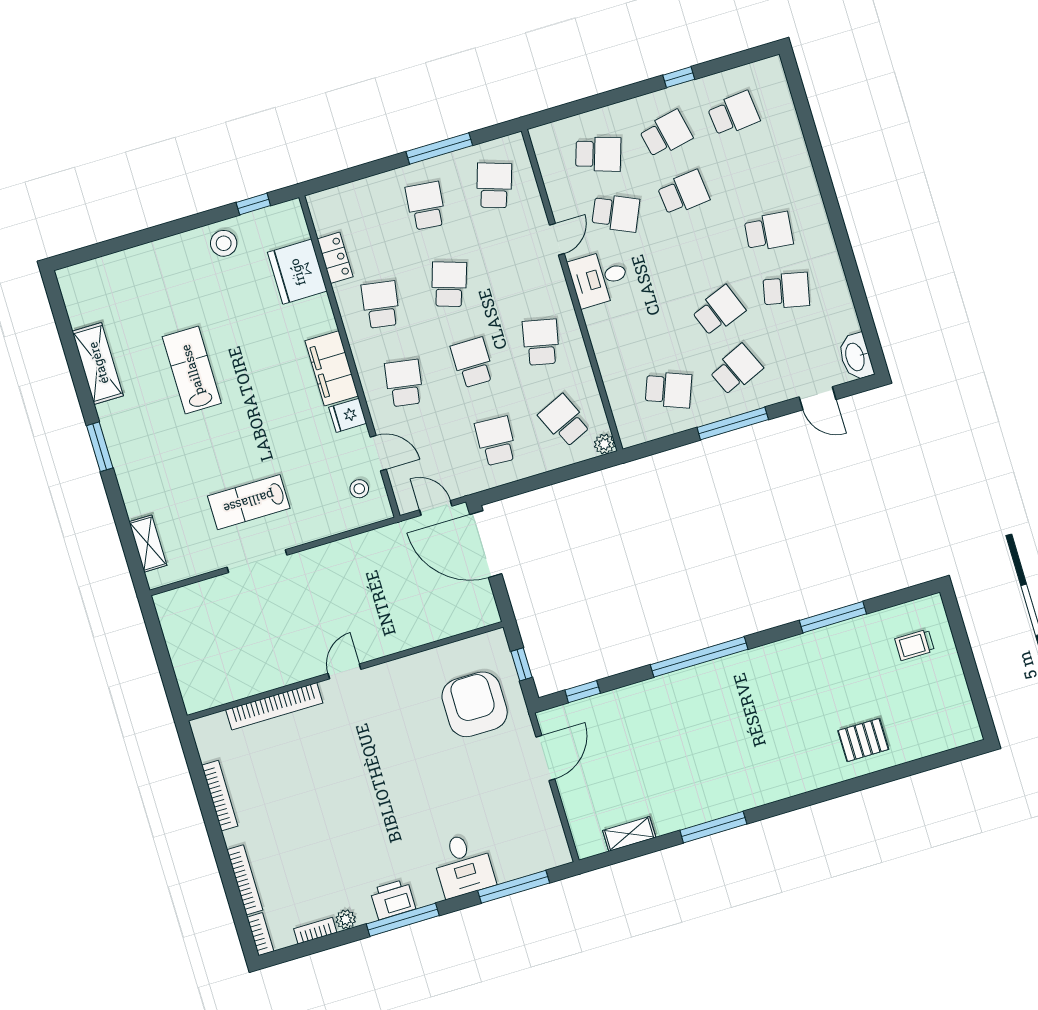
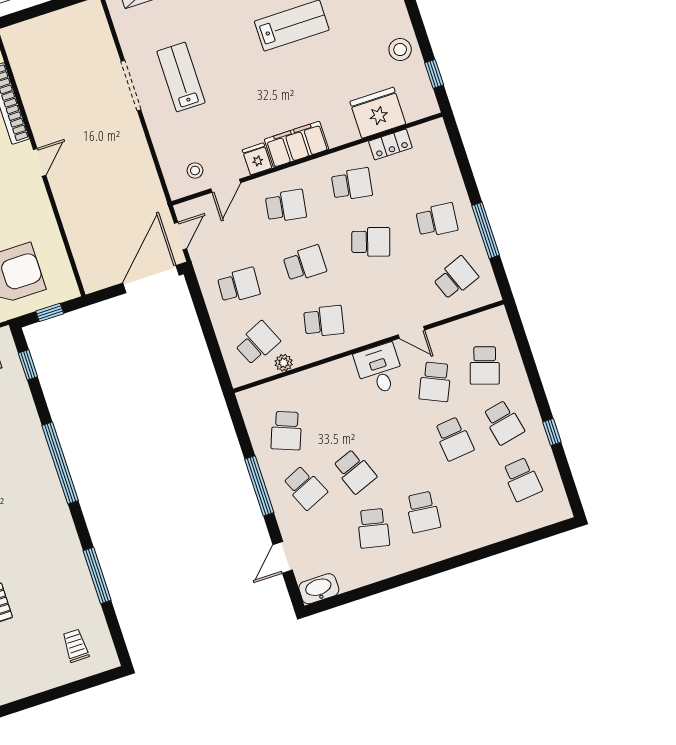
school desk: (494, 185) -> (456, 278), turned -39
plant: (604, 444) -> (284, 363), moved
door: (345, 671) -> (40, 162), hinge flipped

